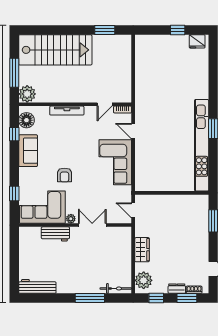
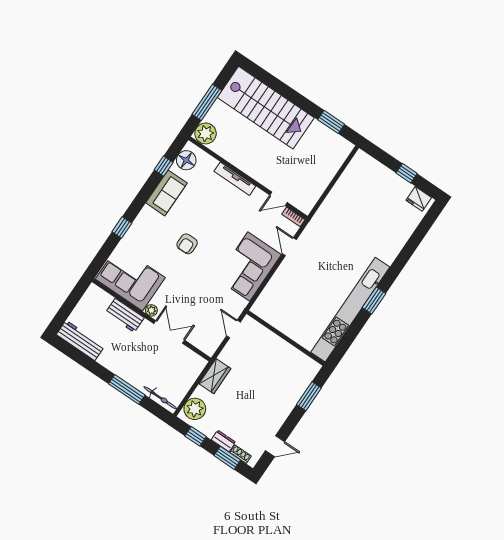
corner sofa: (42, 207) -> (130, 278), moved
plant: (71, 219) -> (151, 310), moved
wall: (75, 225) -> (151, 320), moved
double door: (92, 225) -> (169, 332), moved
workbench: (55, 234) -> (125, 315), moved

